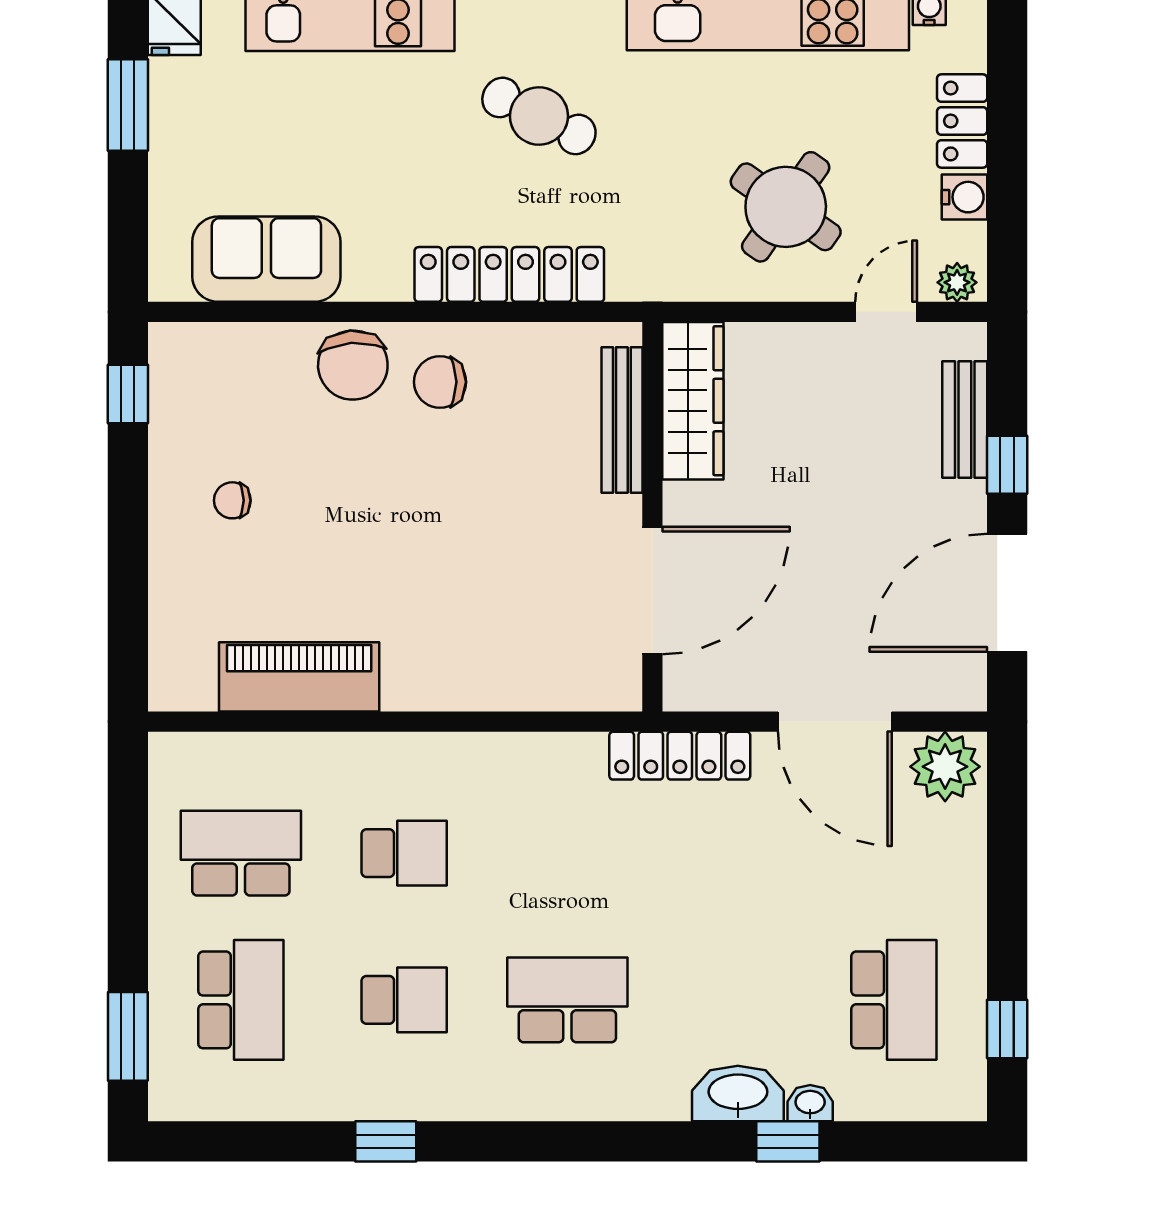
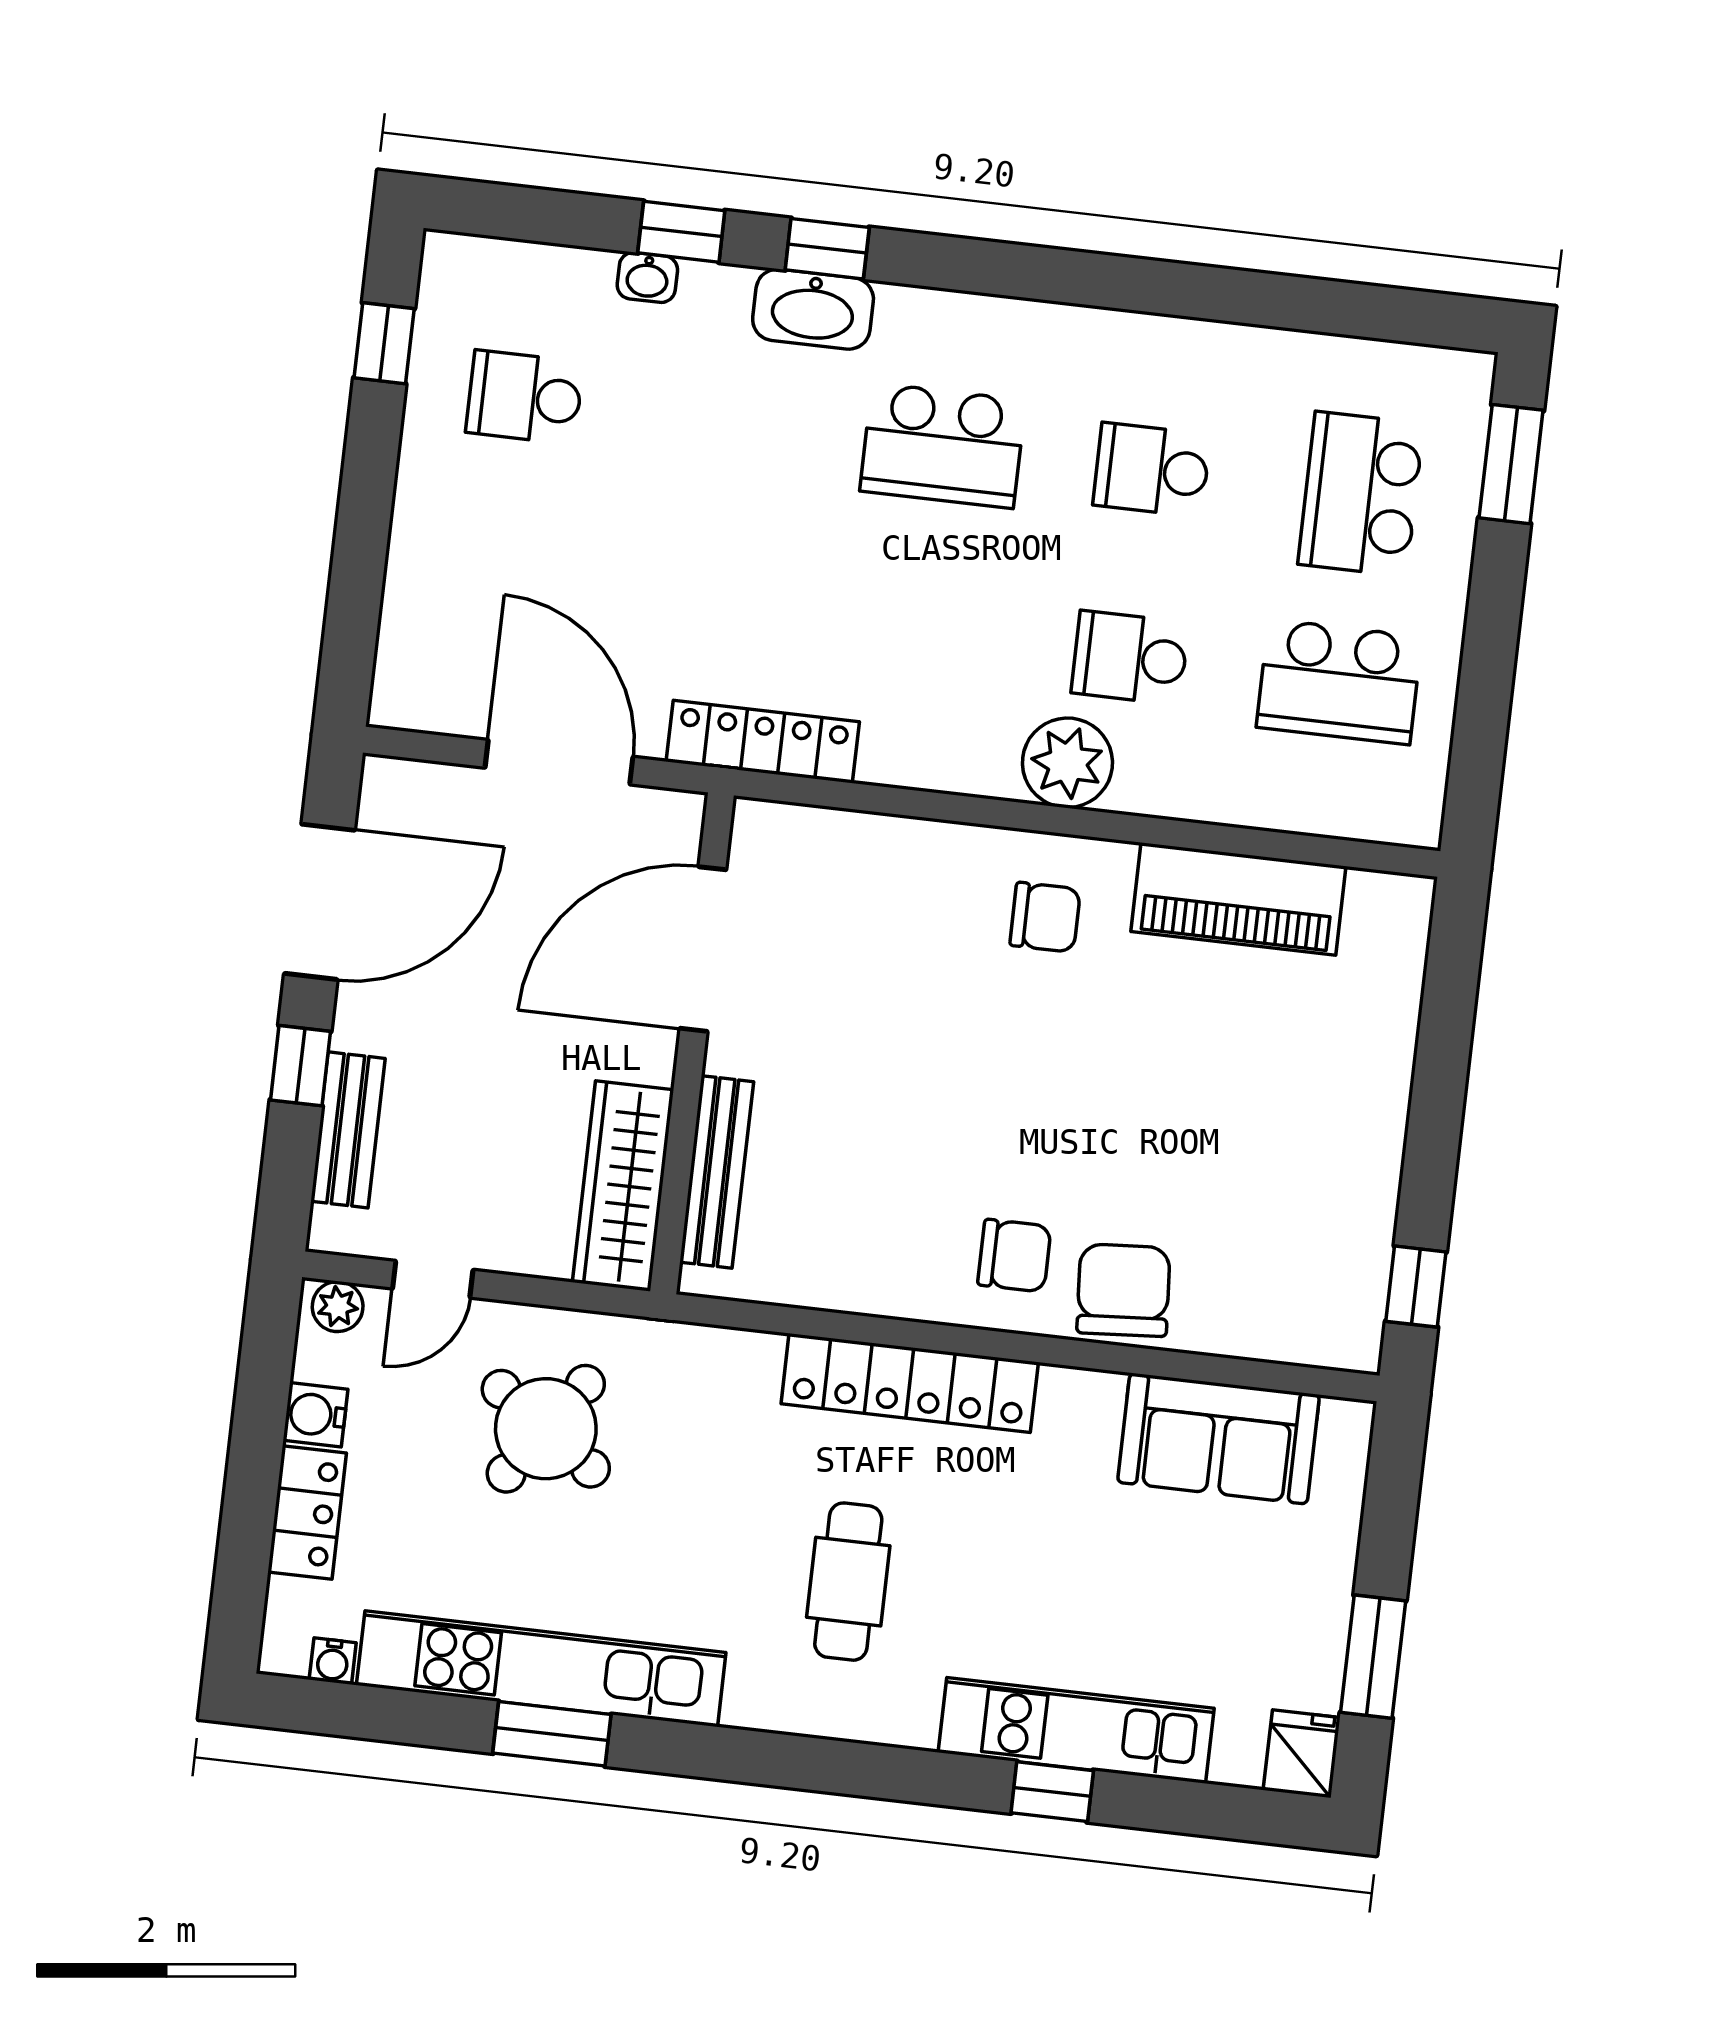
cafe table: (539, 116) -> (848, 1582), turned 64
wardrobe: (693, 401) -> (623, 1186), moved
bench: (622, 420) -> (717, 1172), moved
chair: (232, 500) -> (1045, 917), moved, width x1.37, depth x1.37
wall: (652, 517) -> (692, 1043), moved
door: (652, 591) -> (703, 949), moved
plant: (945, 767) -> (1067, 763), moved
school desk: (894, 1000) -> (525, 397), width x0.54
washbasin: (738, 1093) -> (813, 309), moved
window: (386, 1141) -> (827, 249), moved

